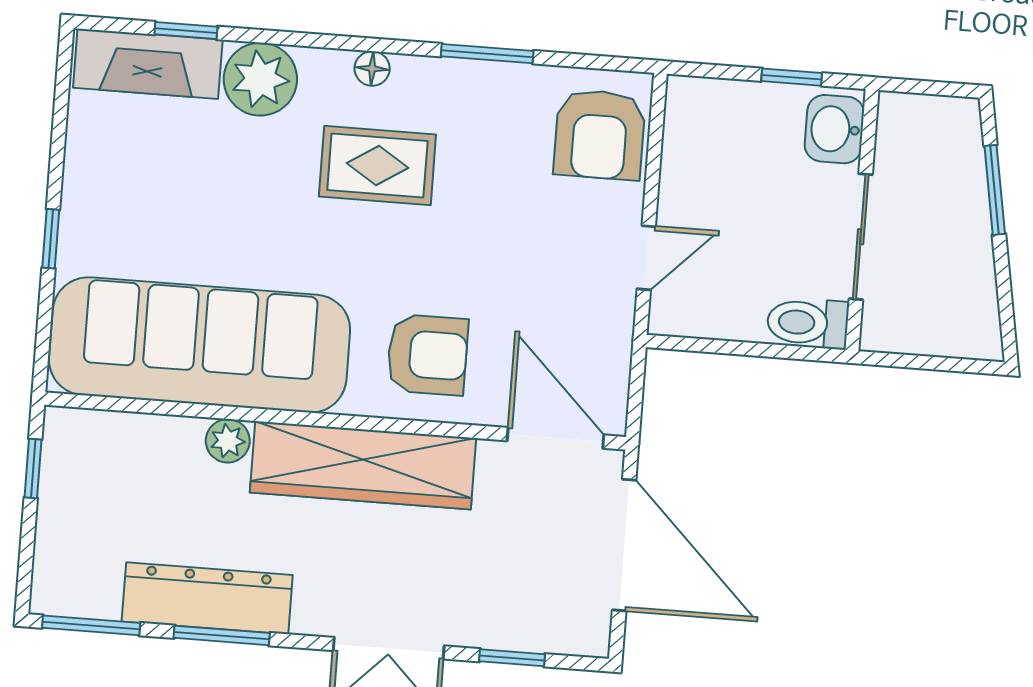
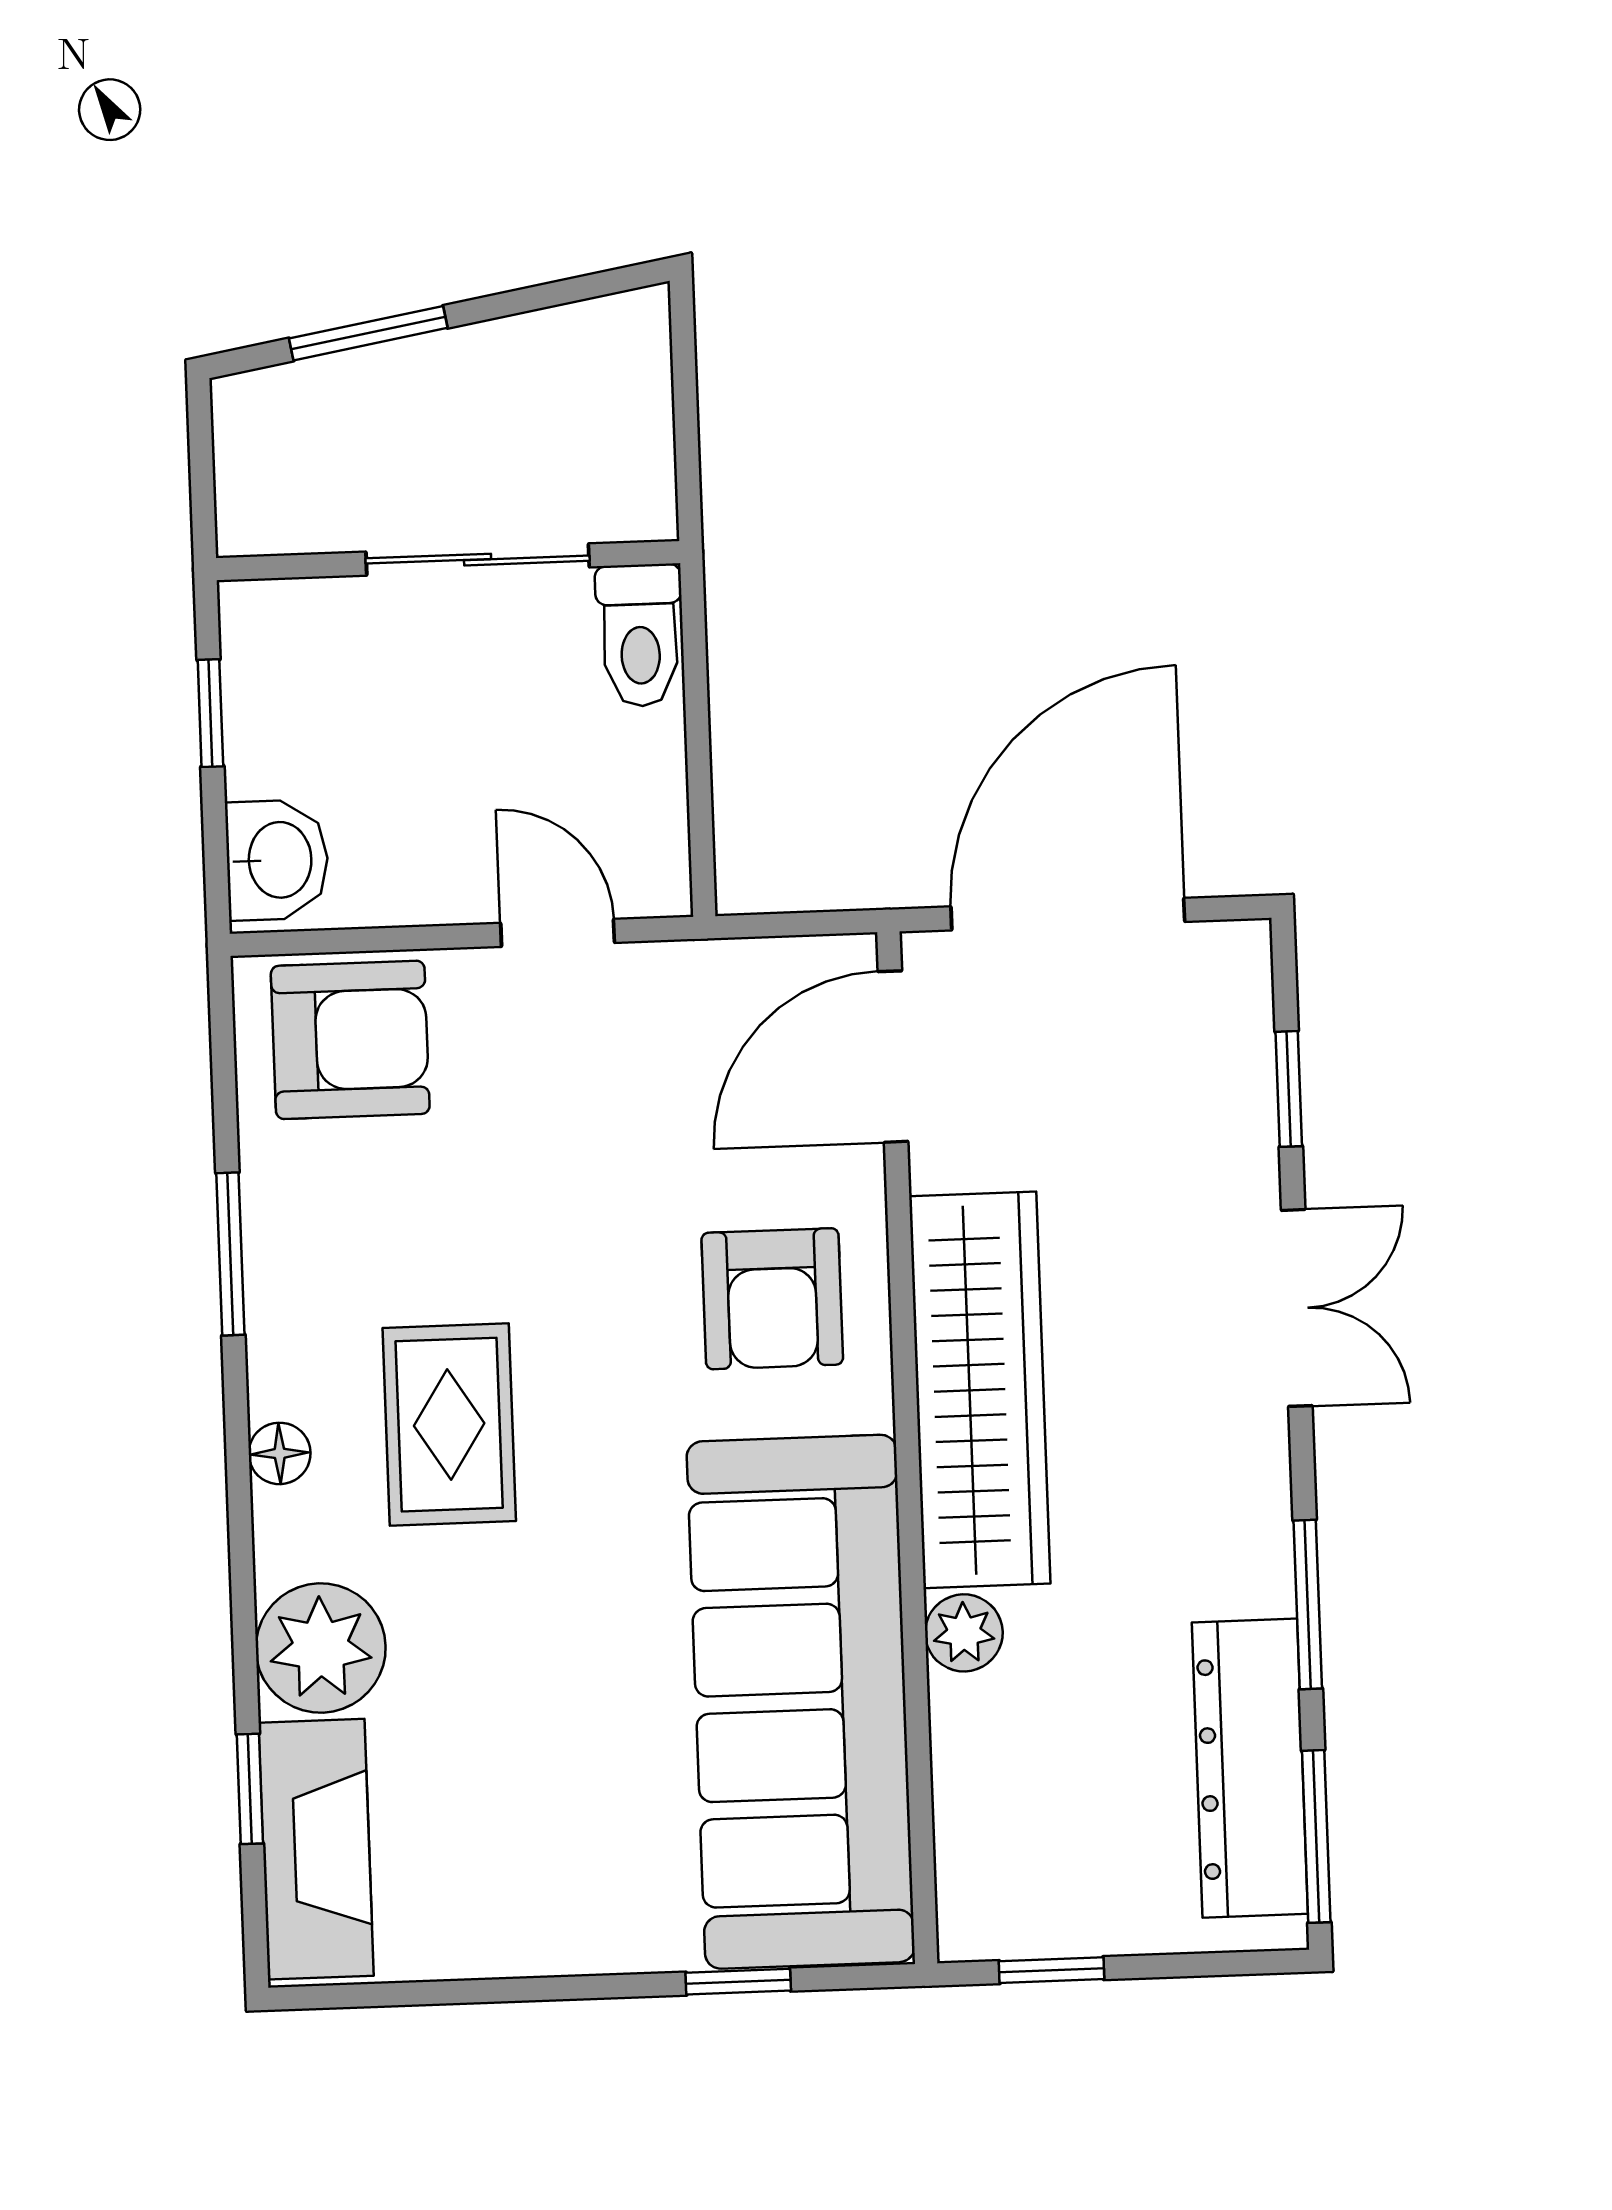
washbasin: (834, 129) -> (277, 860), moved, turned -90
window: (51, 239) -> (738, 1982), moved
armchair: (427, 355) -> (772, 1299), turned 180
dresser: (207, 598) -> (1250, 1768), moved

